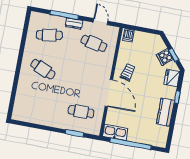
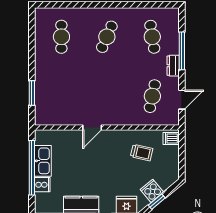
trolley: (128, 72) -> (142, 153), moved
door: (109, 93) -> (92, 127), width x0.53
cafe table: (81, 112) -> (61, 37), moved
kitchen sink: (115, 132) -> (43, 161), moved
cooker: (145, 138) -> (42, 185), added

